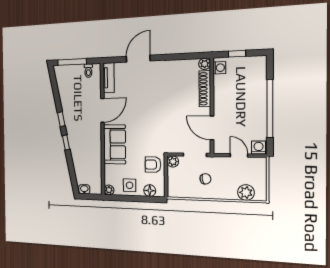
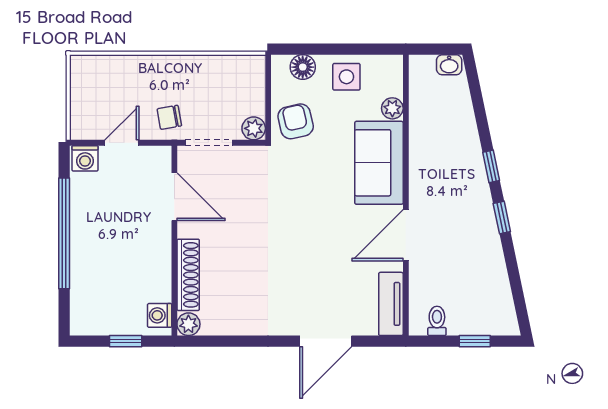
window: (72, 62) -> (475, 341), width x0.46
door: (239, 155) -> (122, 143), swing flipped
armchair: (153, 165) -> (296, 121), turned -103
chair: (205, 179) -> (169, 117), moved
plant: (109, 190) -> (392, 108), moved
plant: (246, 192) -> (109, 70), removed

